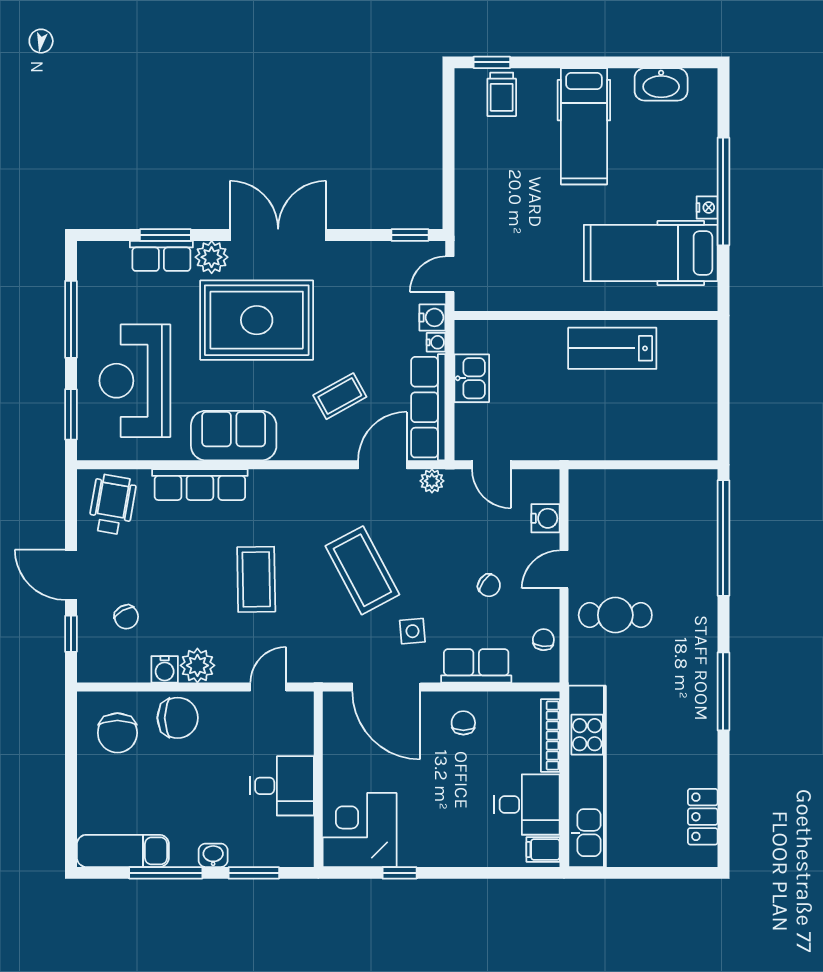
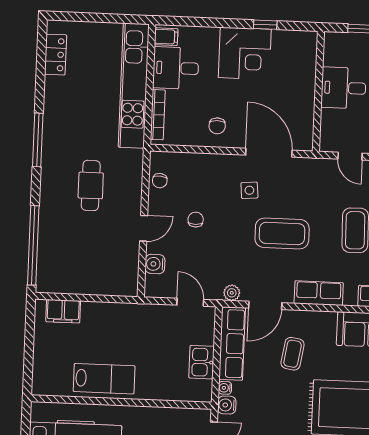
coffee table: (340, 396) -> (293, 354), turned -52
filing cabinet: (676, 444) -> (63, 311), added
coffee table: (362, 570) -> (282, 233), turned -62
chair: (489, 585) -> (196, 220), turned 55
cafe table: (615, 615) -> (91, 185), moved, turned 90
row of seats: (476, 666) -> (319, 293), moved, turned 180
door: (268, 687) -> (350, 156), hinge flipped
corner desk: (360, 830) -> (245, 53), moved

